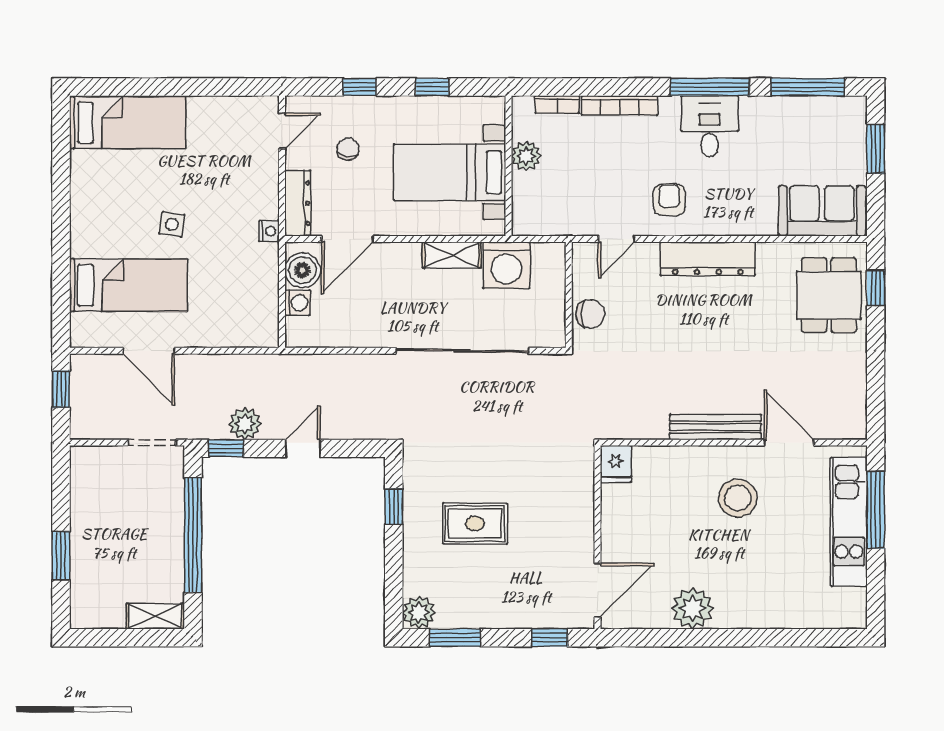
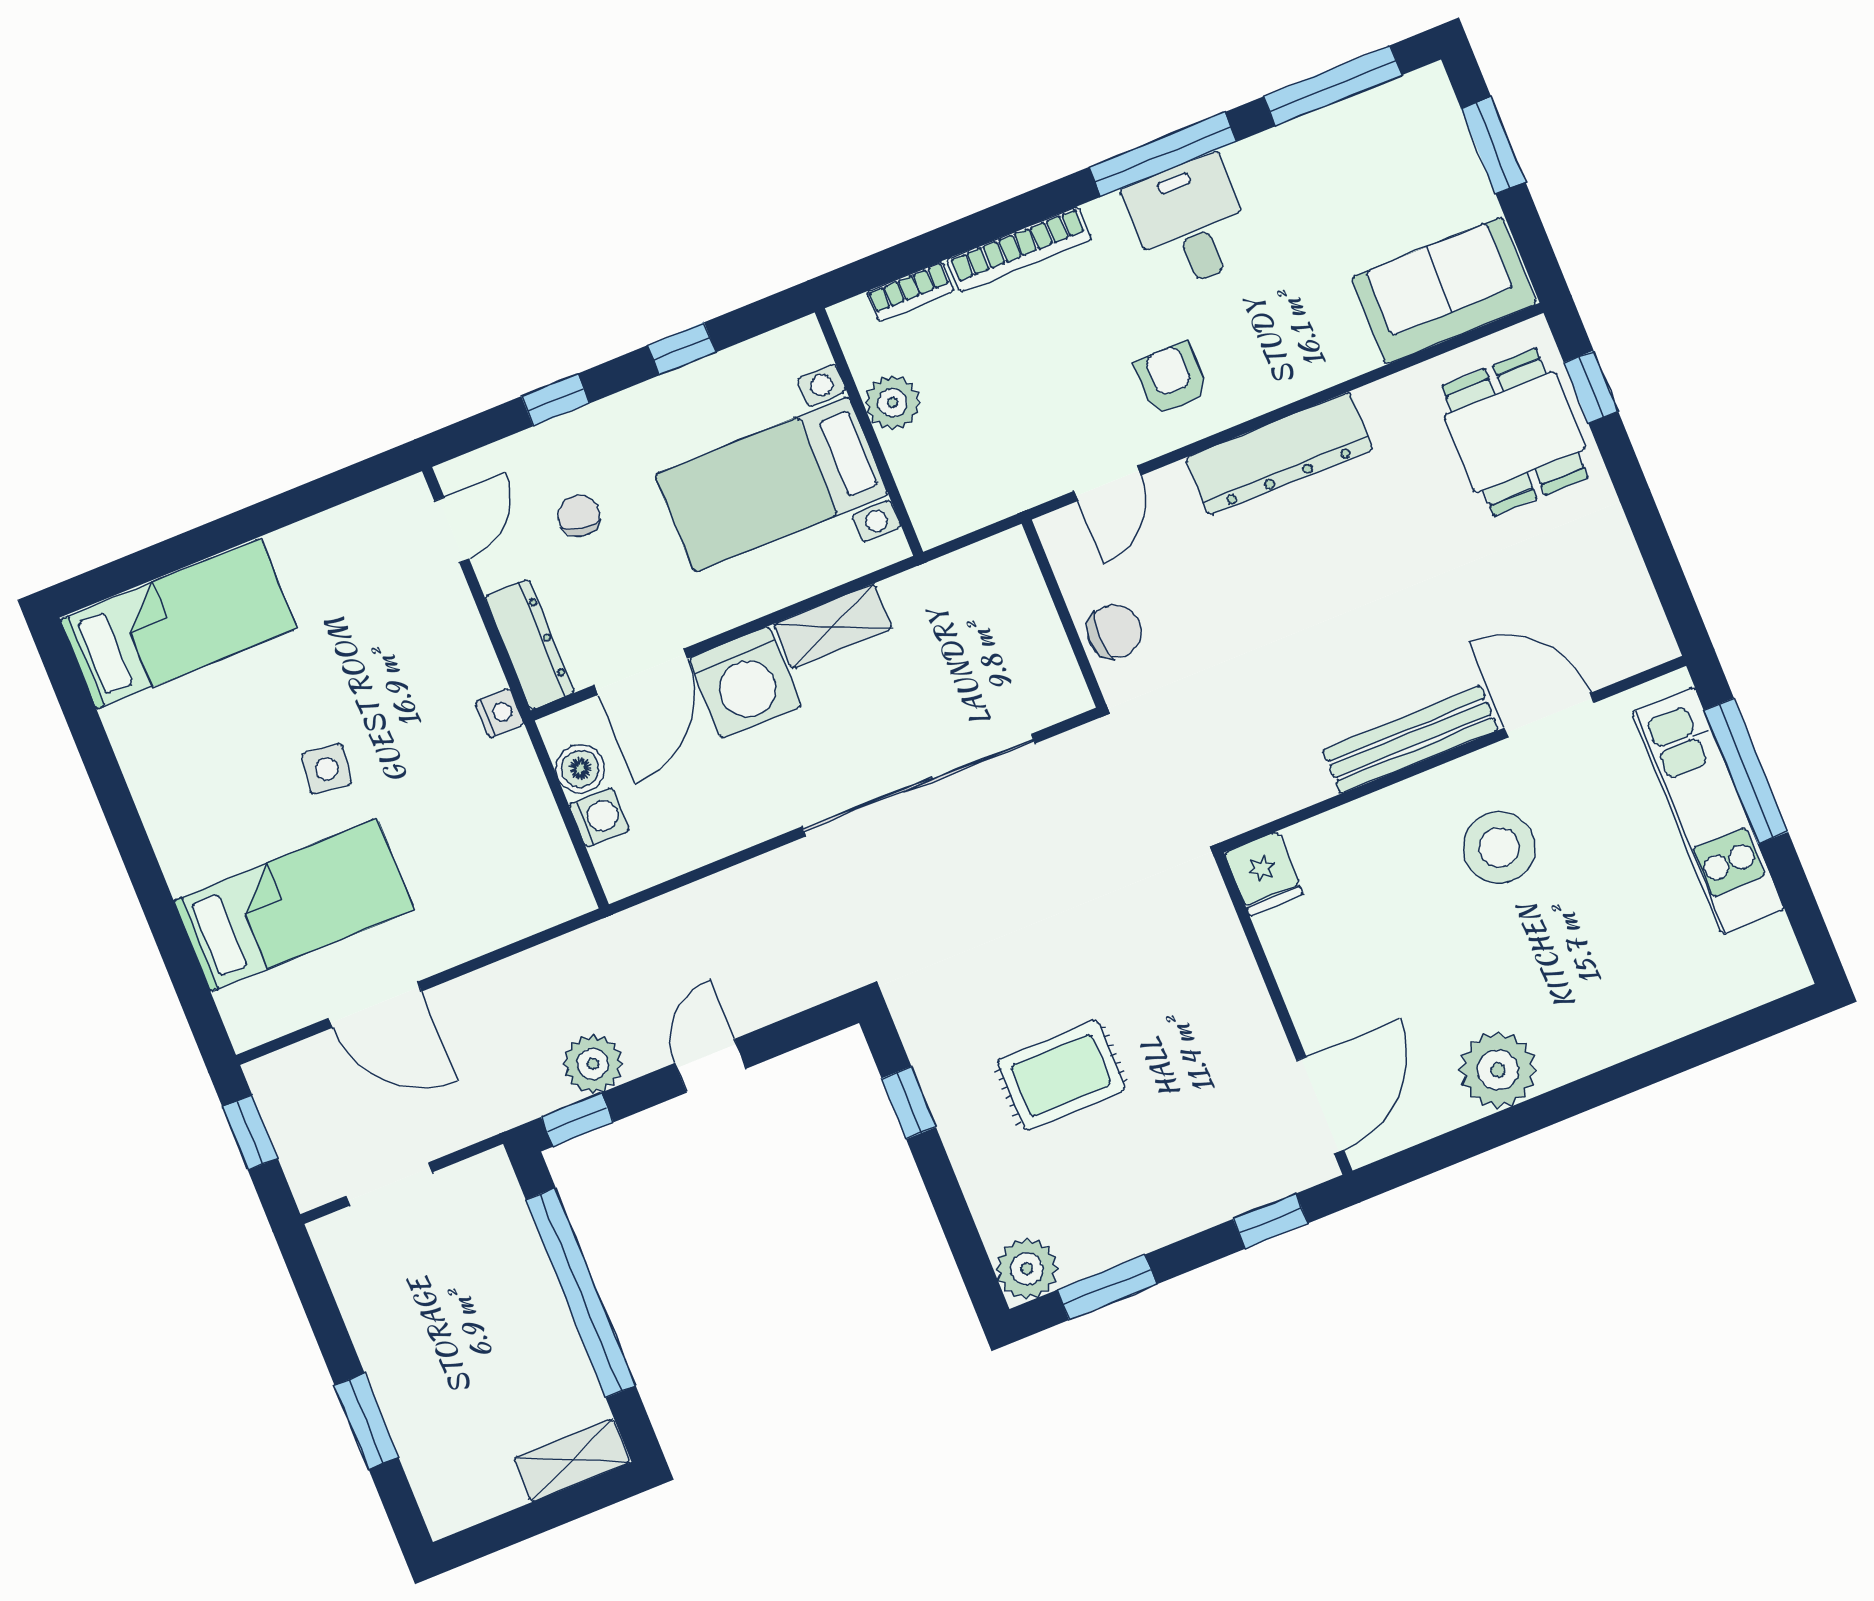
washing machine: (506, 265) -> (745, 682), moved
boiler: (302, 270) -> (580, 769), width x0.73, depth x0.73
doorway: (152, 443) -> (389, 1184), moved

